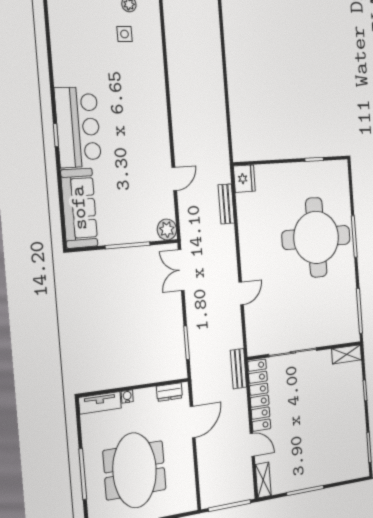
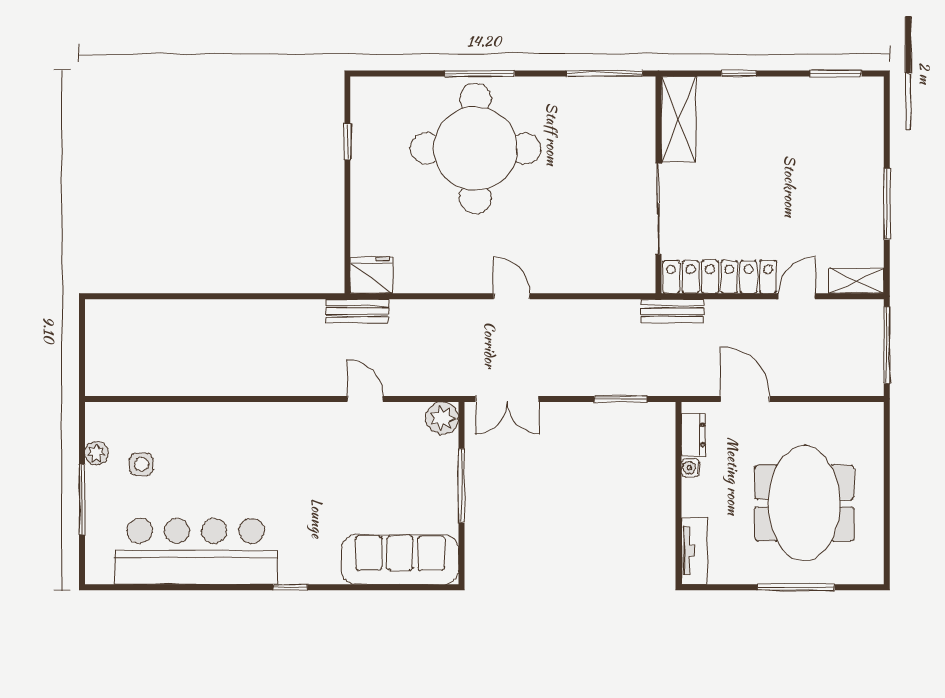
bar counter: (78, 127) -> (196, 551), moved, width x1.36
bench: (226, 204) -> (357, 311), moved
door: (241, 293) -> (512, 296), moved
shelving: (347, 354) -> (679, 119), width x1.50, depth x1.33
water cooler: (127, 397) -> (691, 468), moved
meeting table: (135, 470) -> (804, 503), turned 90

